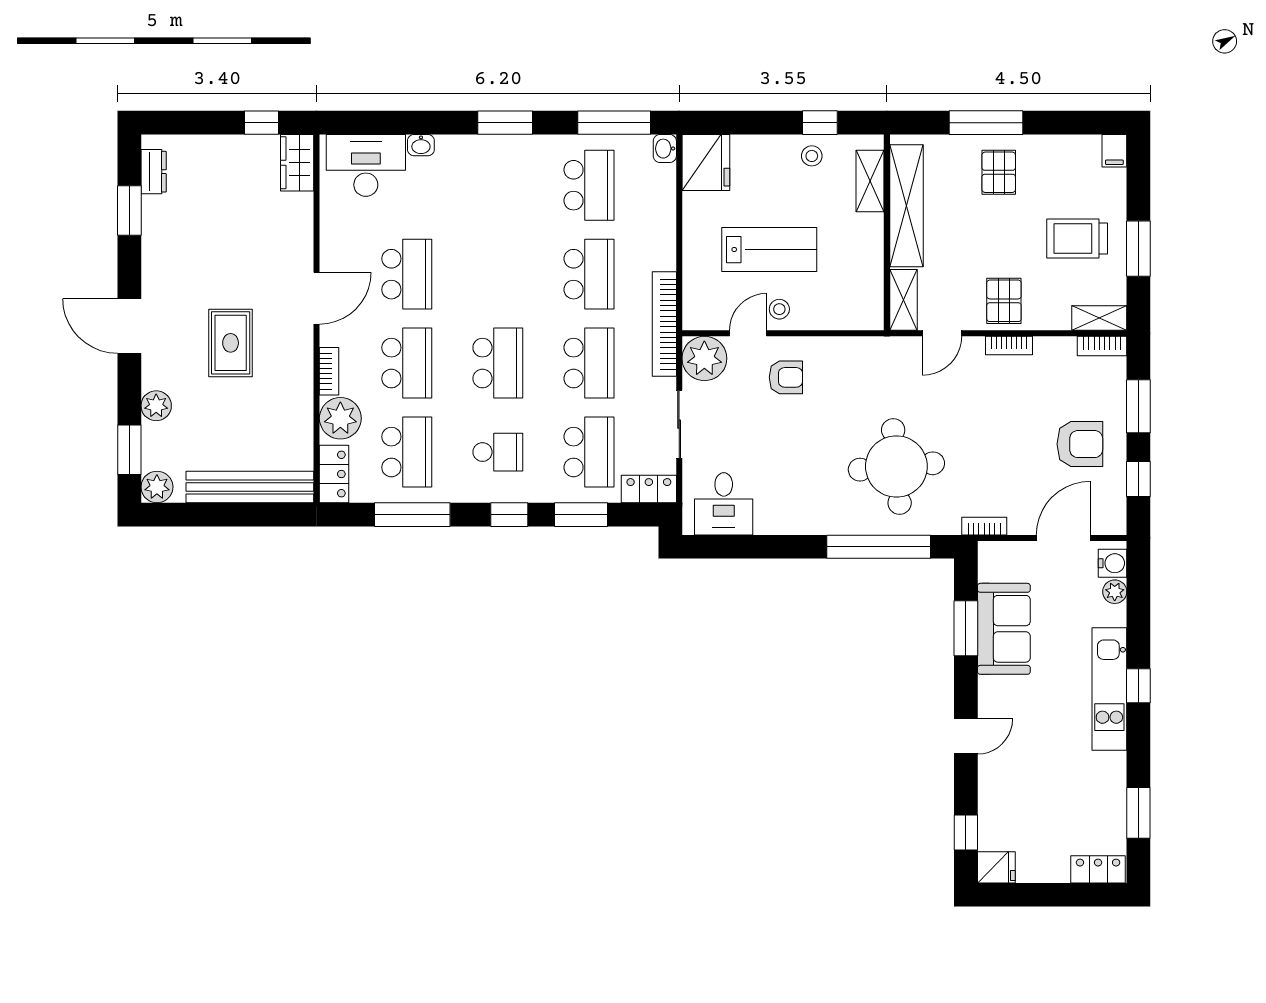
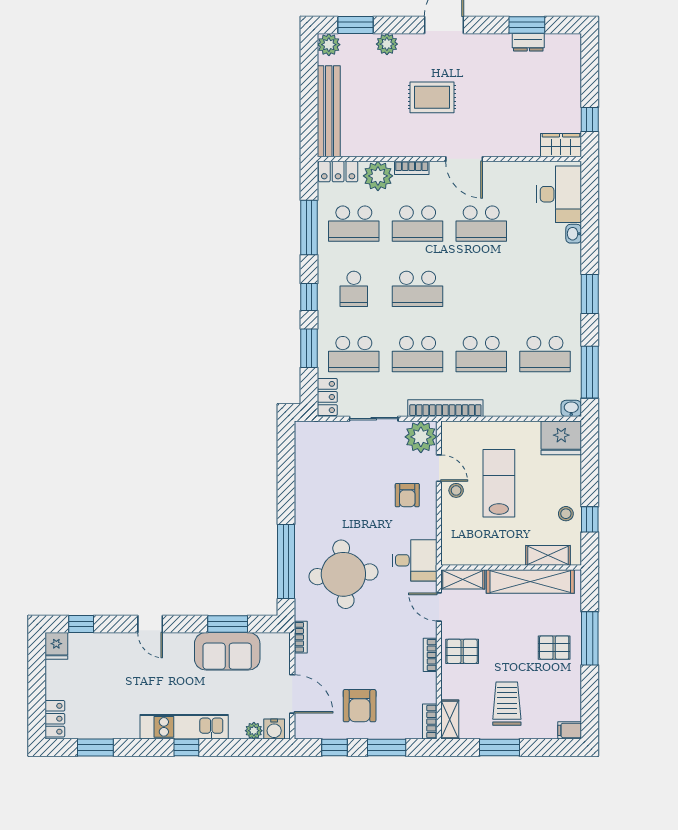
dresser: (154, 172) -> (528, 42), moved
lab bench: (769, 250) -> (499, 483), turned 180
desk: (724, 504) -> (414, 560), moved, turned 180

